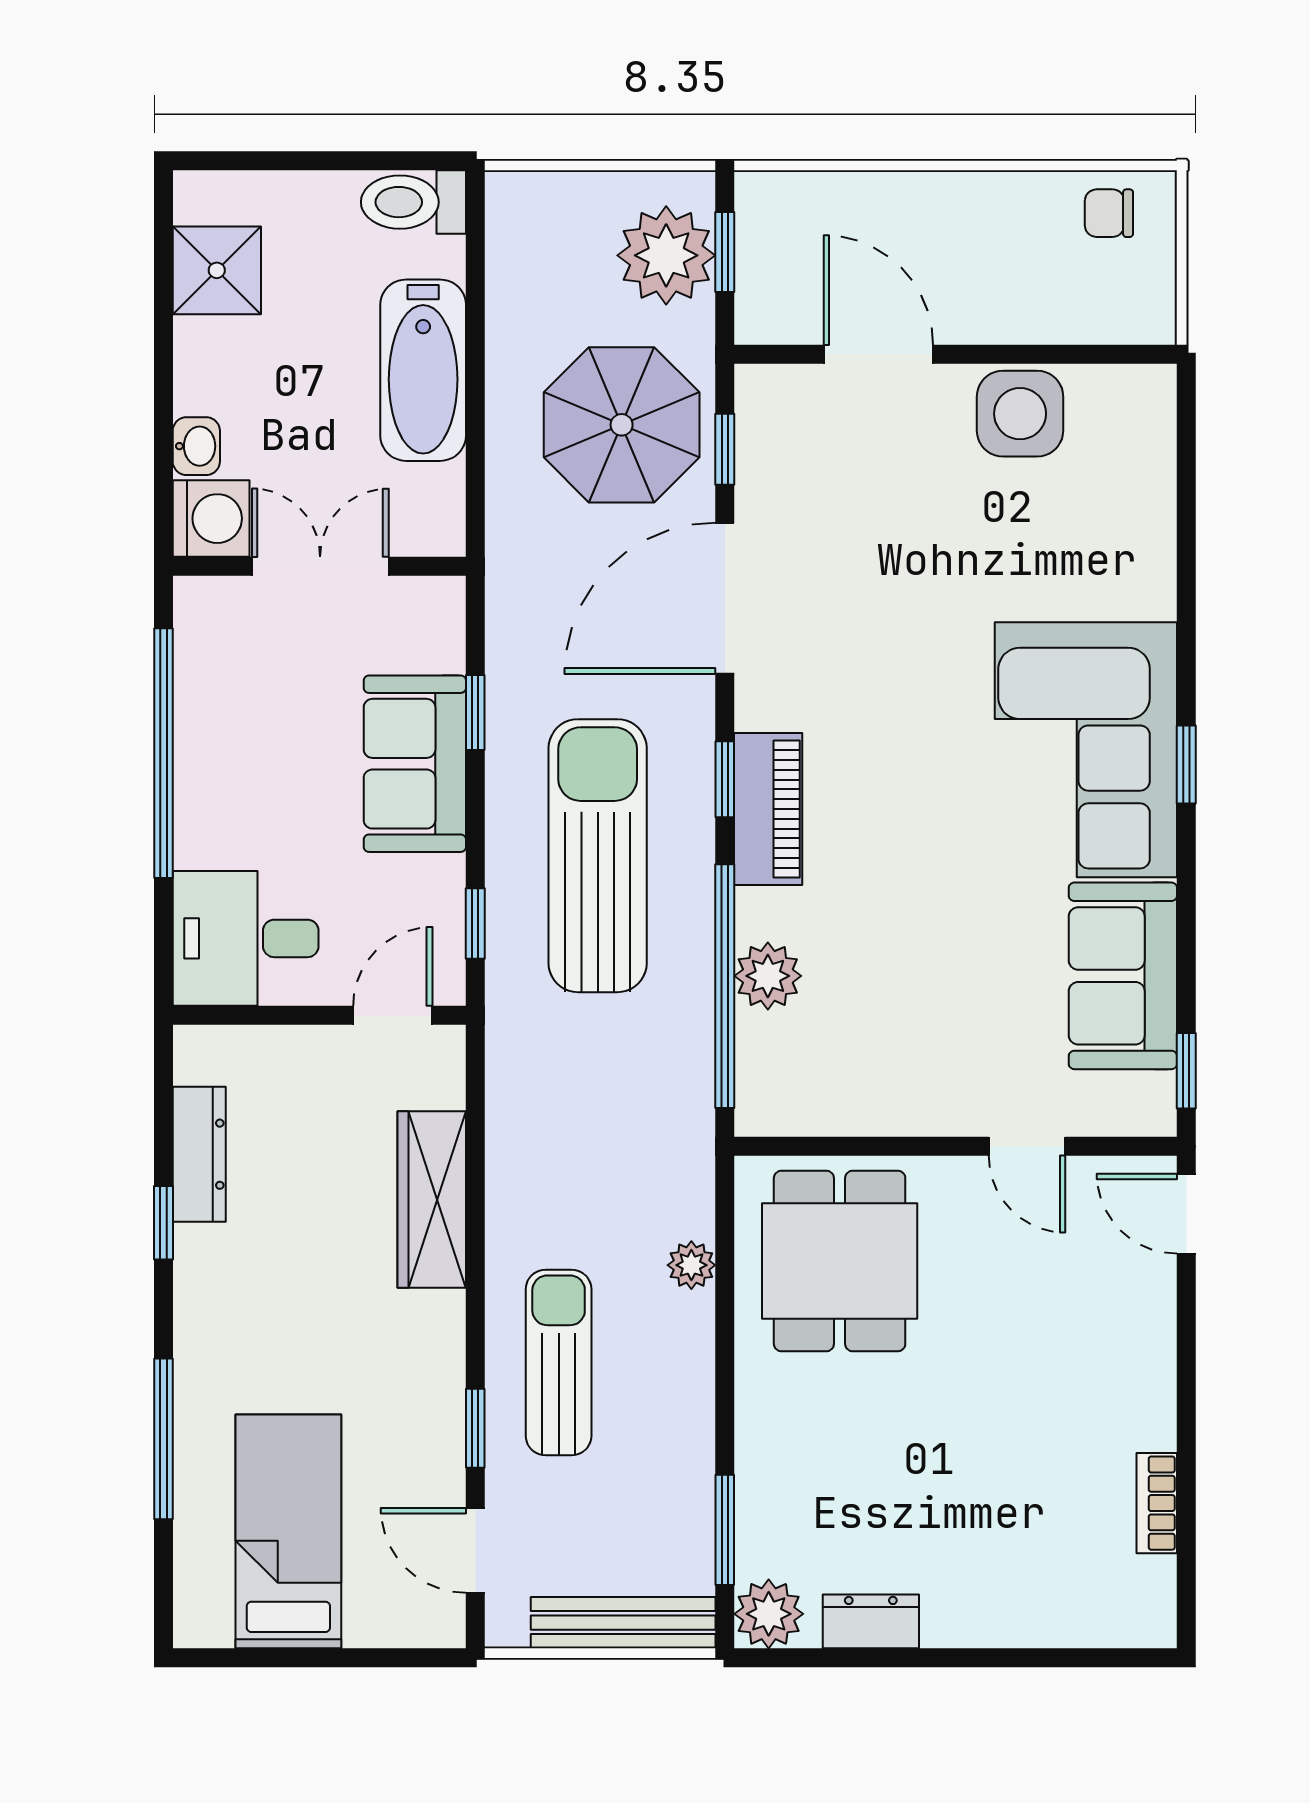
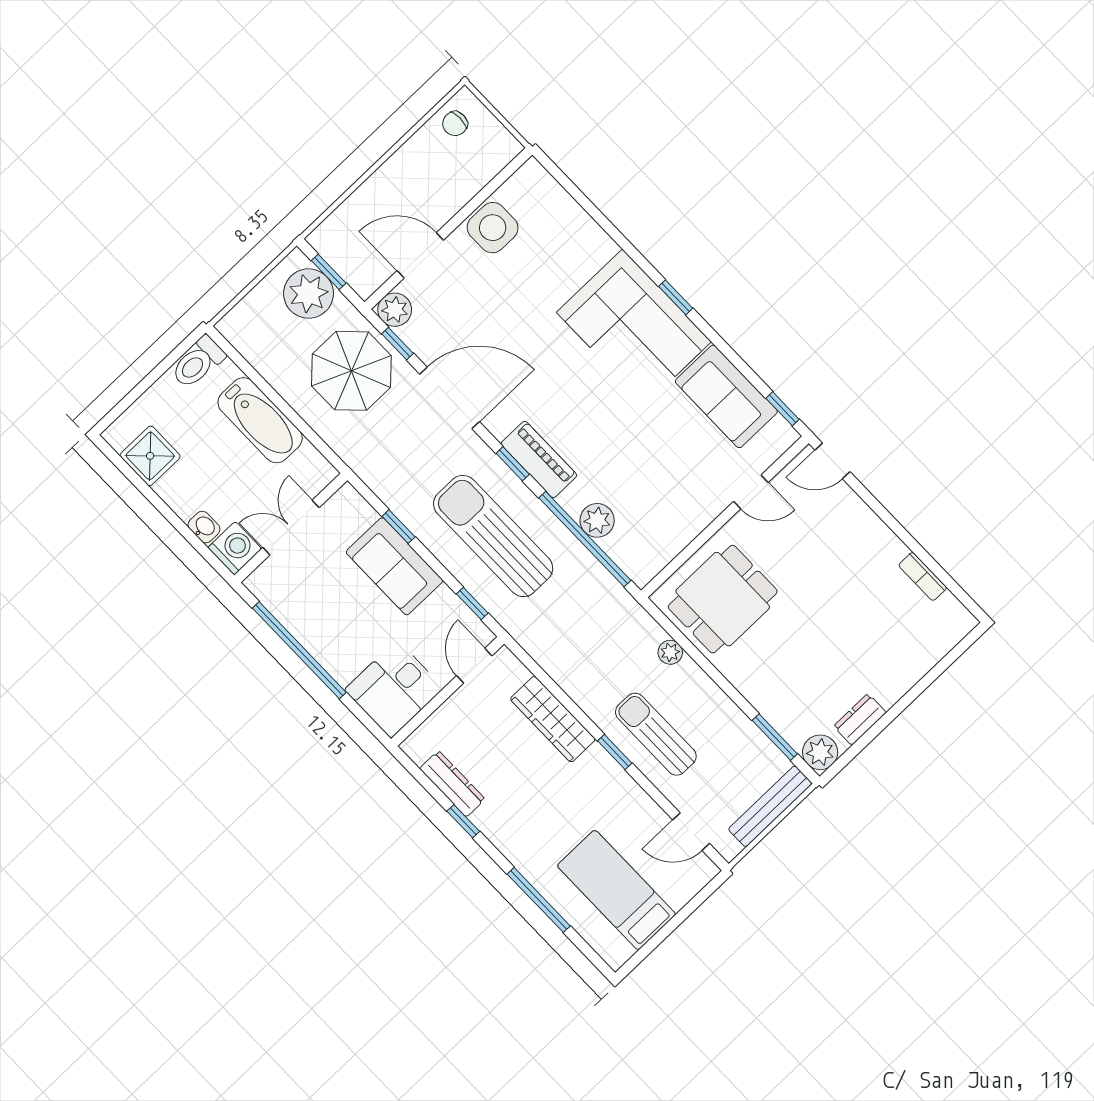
plant: (767, 397) -> (395, 310), added
door: (725, 598) -> (450, 398), swing flipped
dining table: (840, 1261) -> (723, 599), turned 90
window: (475, 1428) -> (615, 752), moved

